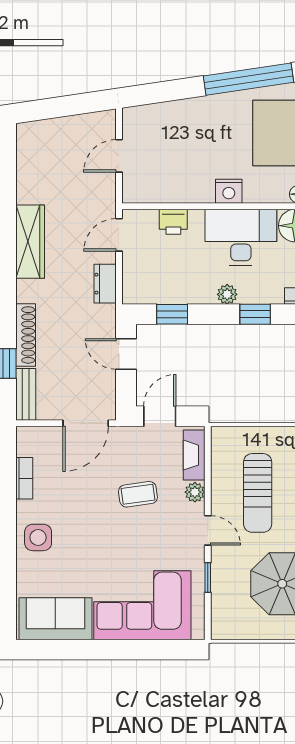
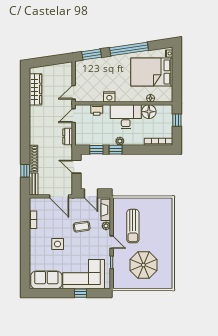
window: (161, 92) -> (92, 54), added
door: (119, 156) -> (74, 92), moved
nightstand: (229, 191) -> (109, 97), moved
wardrobe: (30, 242) -> (35, 89), moved
window: (255, 314) -> (116, 150), moved
door: (160, 416) -> (91, 193), swing flipped
door: (86, 423) -> (59, 196), hinge flipped
side table: (38, 537) -> (58, 244), moved
window: (135, 650) -> (80, 293), added

